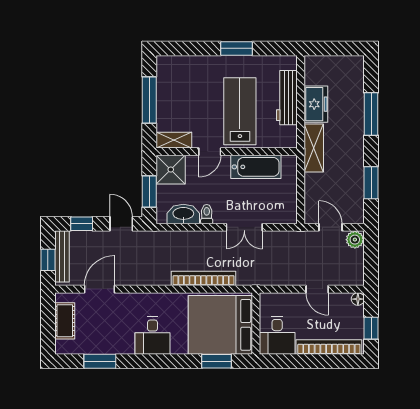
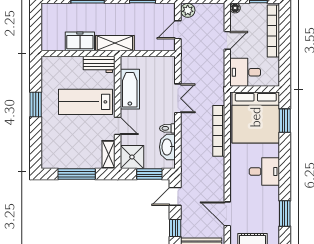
workbench: (287, 98) -> (99, 64), moved, width x0.73
desk: (277, 335) -> (245, 72), moved, turned 180

